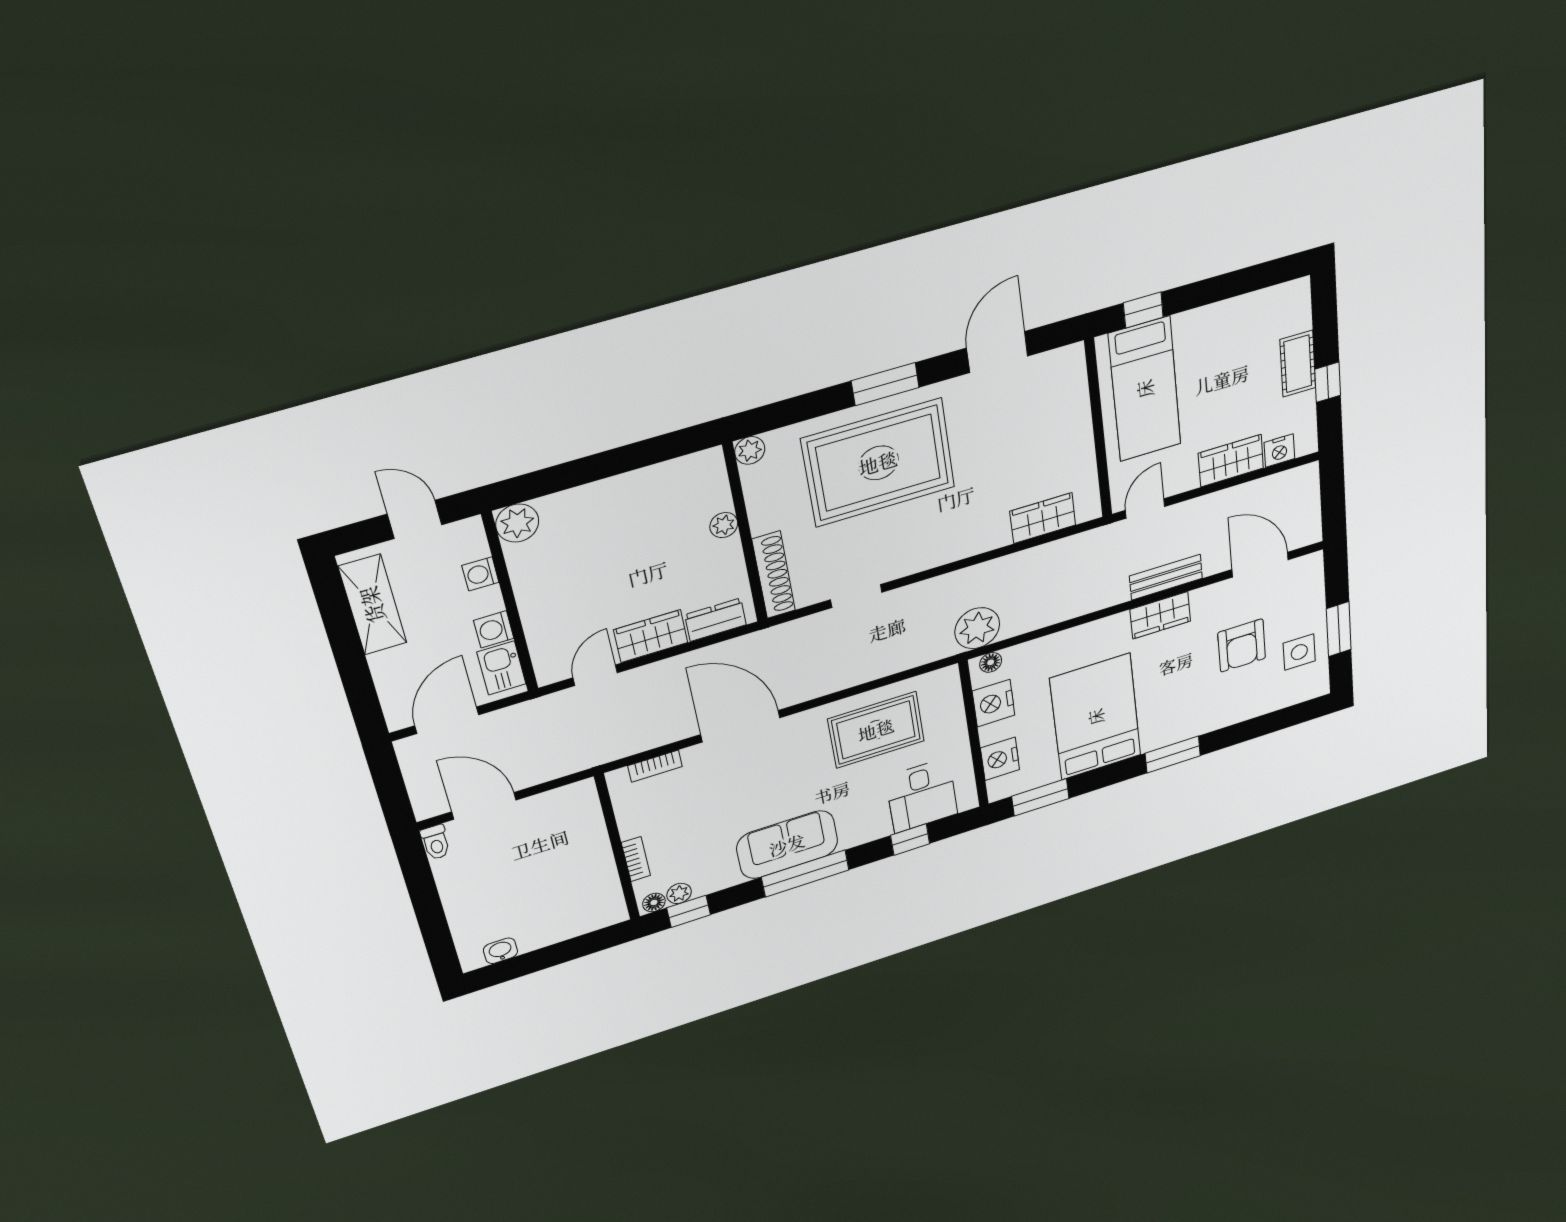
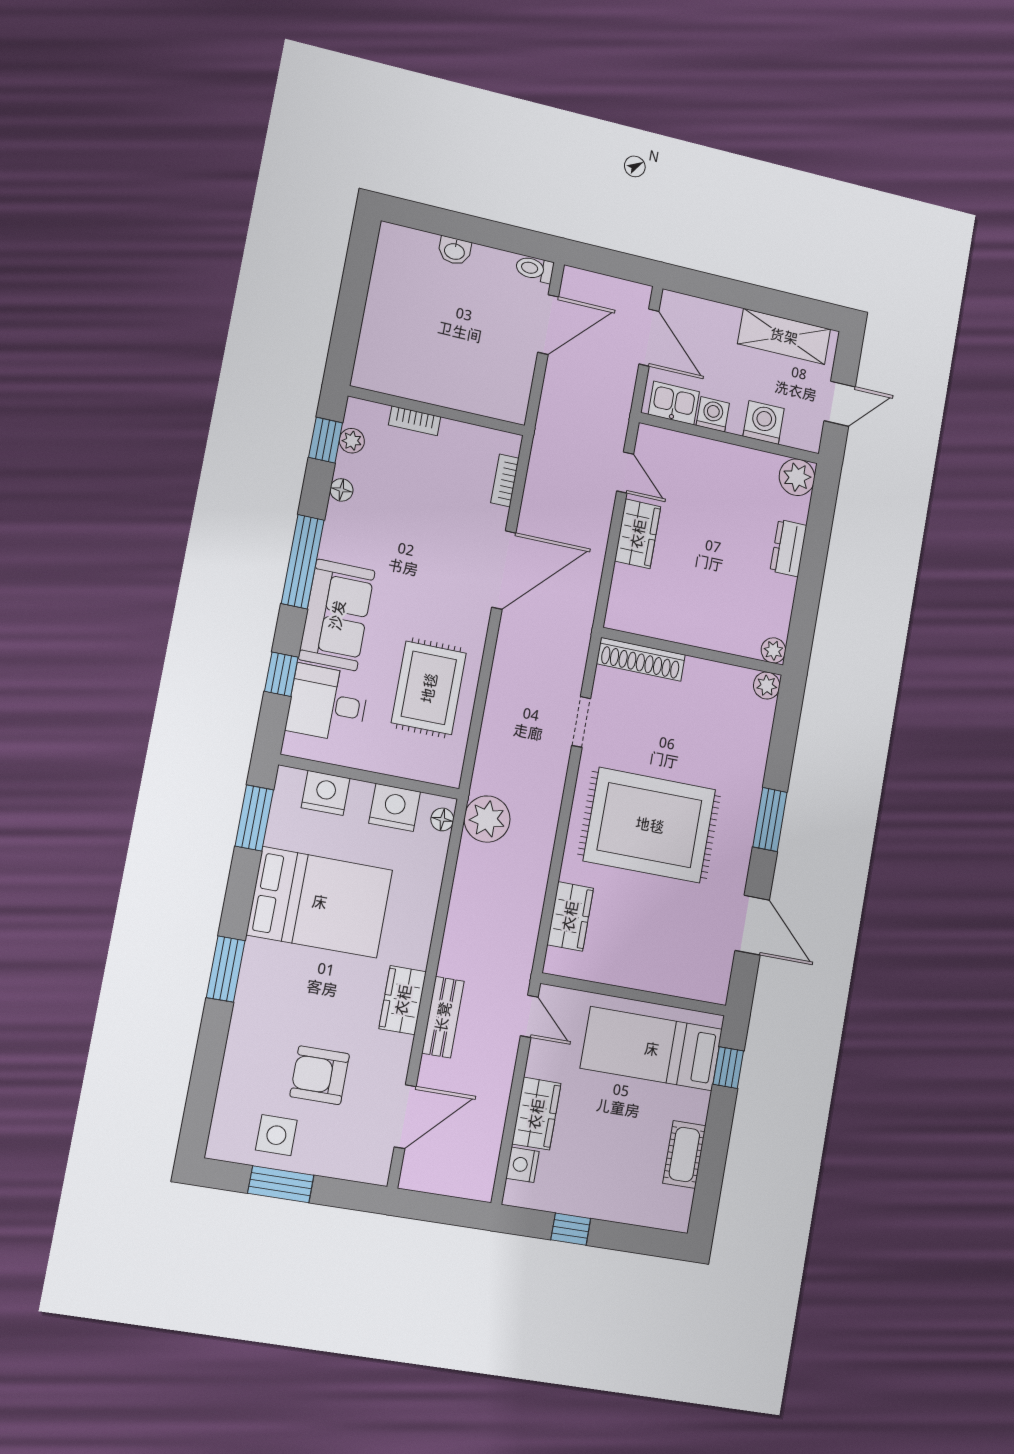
cot: (1298, 364) -> (684, 1154), moved, turned 90
rug: (878, 463) -> (650, 825), moved, turned 90
plant: (724, 525) -> (773, 650), moved
washing machine: (480, 574) -> (764, 422), width x1.38, depth x1.38
dresser: (715, 620) -> (788, 548), moved, turned 180
sofa: (787, 845) -> (337, 615), moved
floor lamp: (654, 902) -> (341, 490), moved
washbasin: (500, 951) -> (455, 251), moved, turned 90

